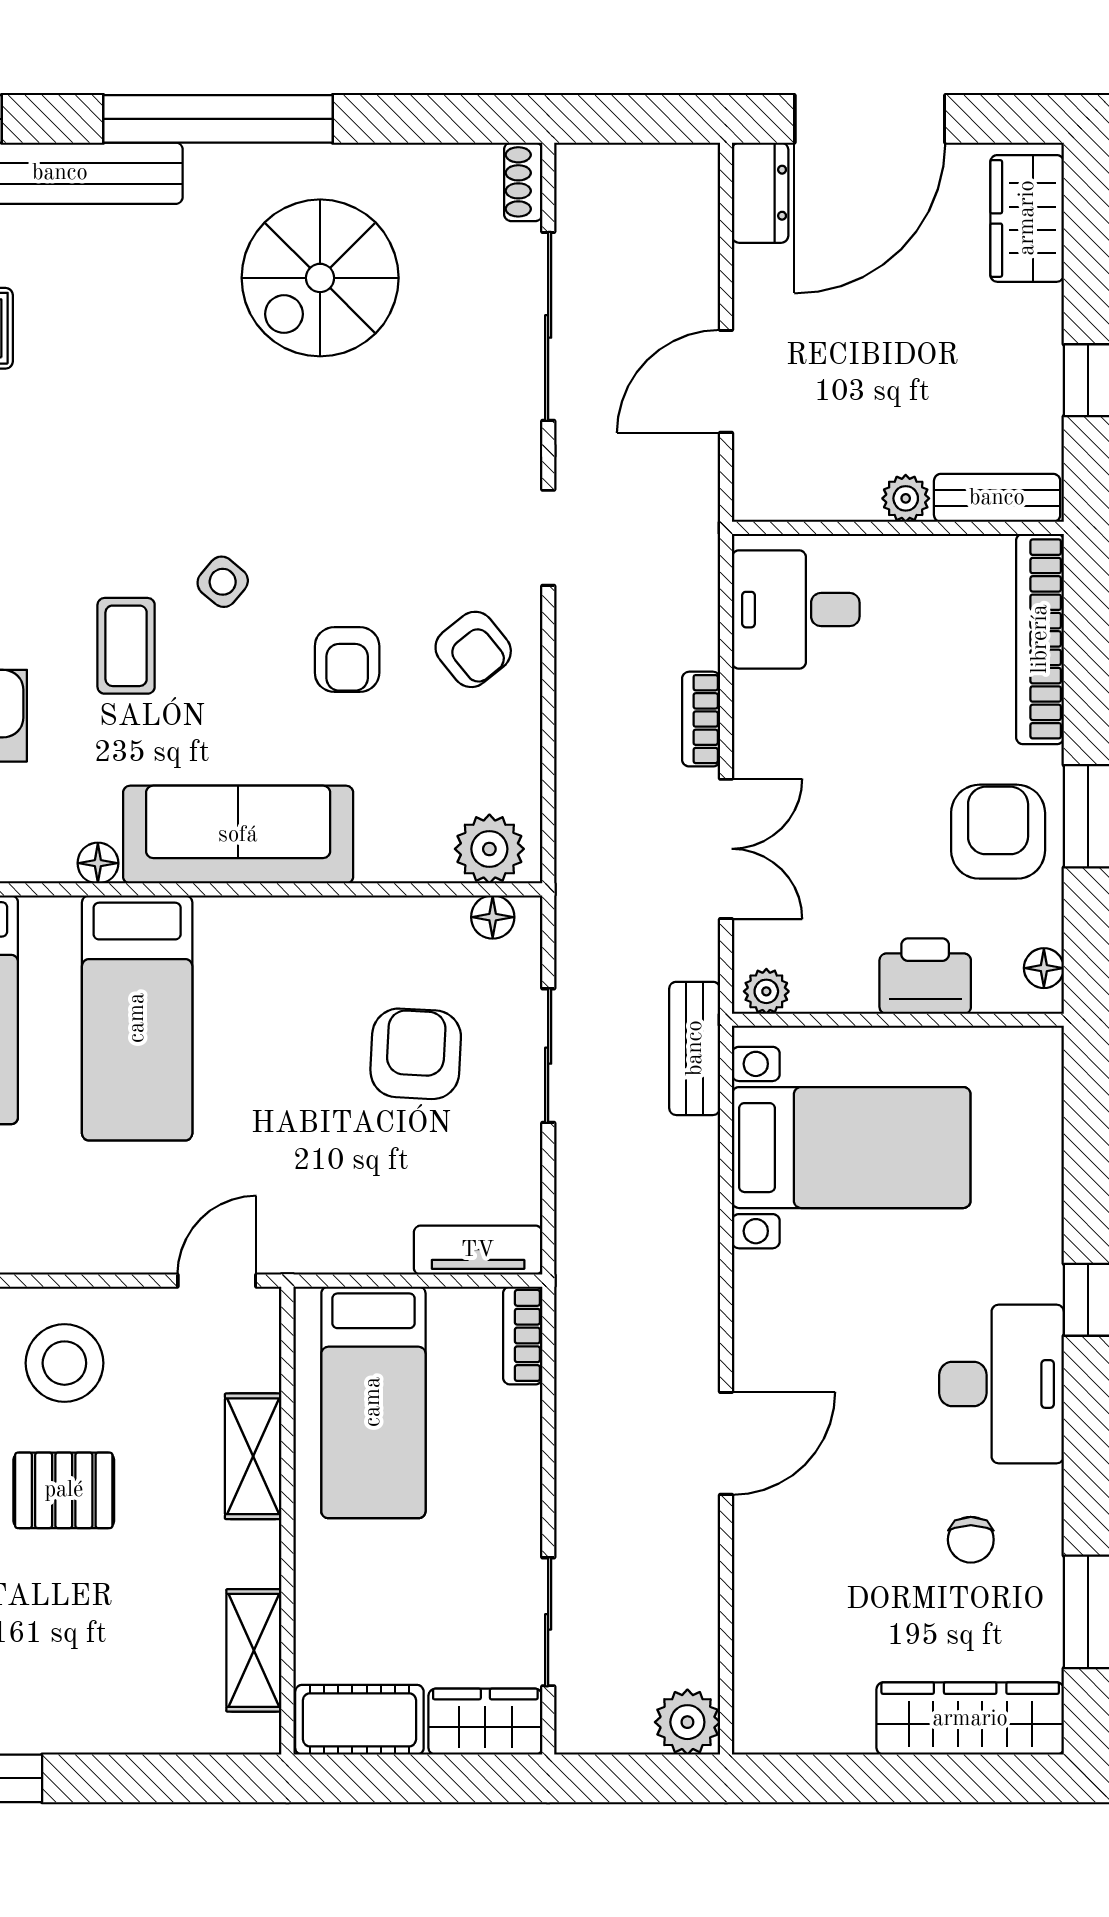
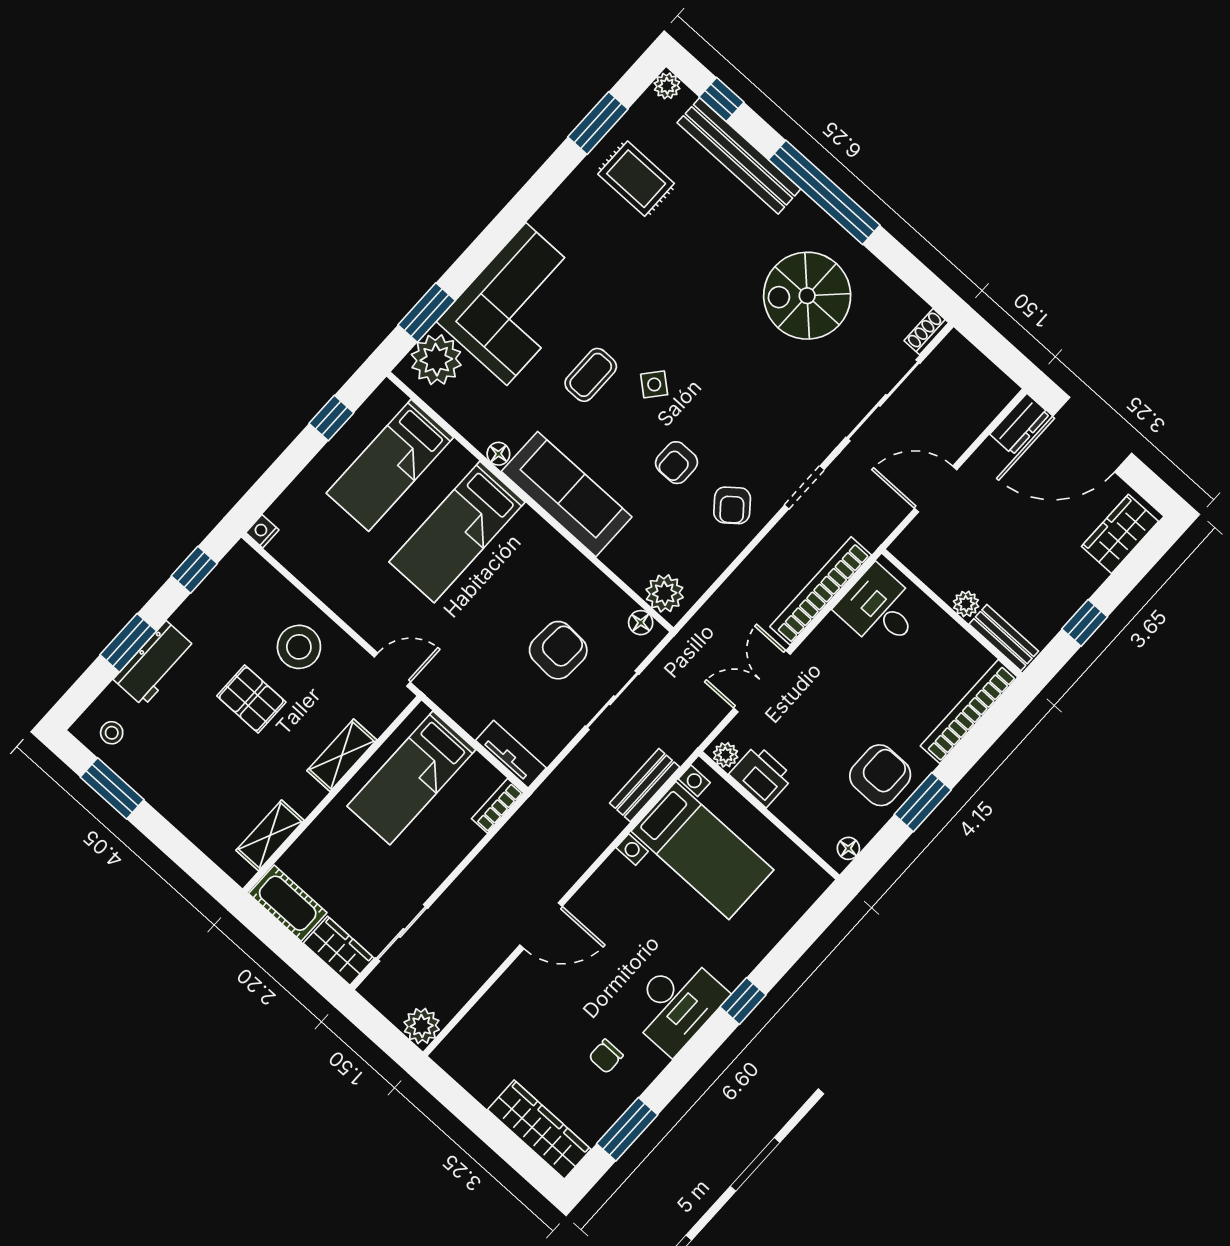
bookcase: (701, 719) -> (821, 591), width x2.31, depth x1.31
double door: (726, 849) -> (762, 681), swing flipped
printer: (925, 976) -> (761, 776), moved
bench: (695, 1048) -> (645, 785), moved

